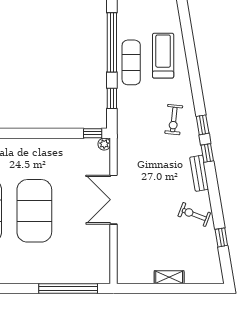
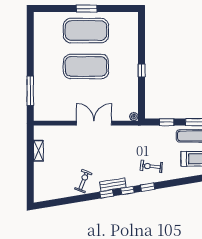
window: (93, 133) -> (142, 70), moved
window: (221, 237) -> (107, 194), moved
shelving: (169, 277) -> (38, 151), moved
window: (68, 288) -> (30, 91), width x0.68

